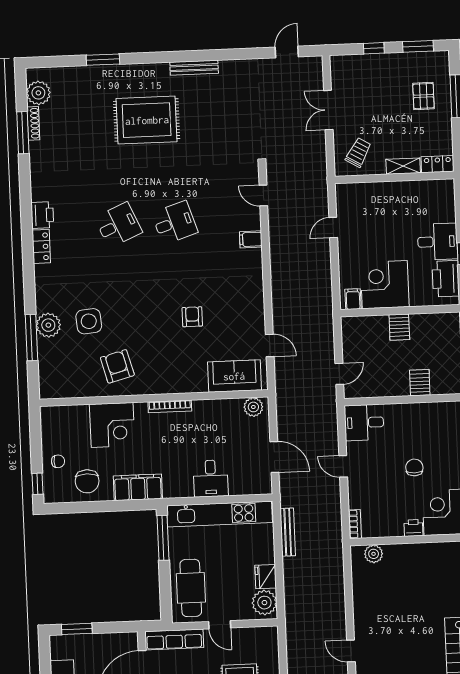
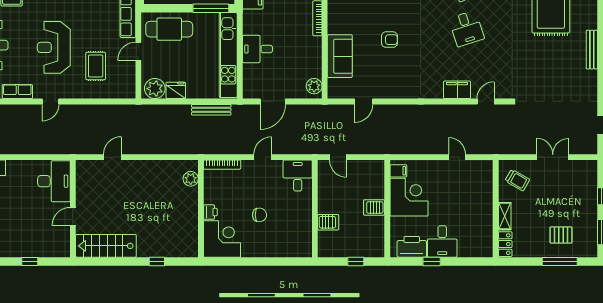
filing cabinet: (251, 239) -> (457, 90), width x2.00
sofa: (234, 376) -> (340, 56), moved
bookcase: (355, 524) -> (222, 165), width x1.56

